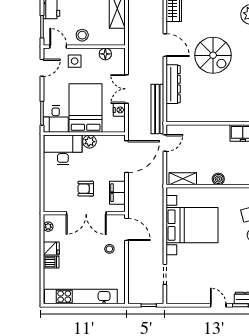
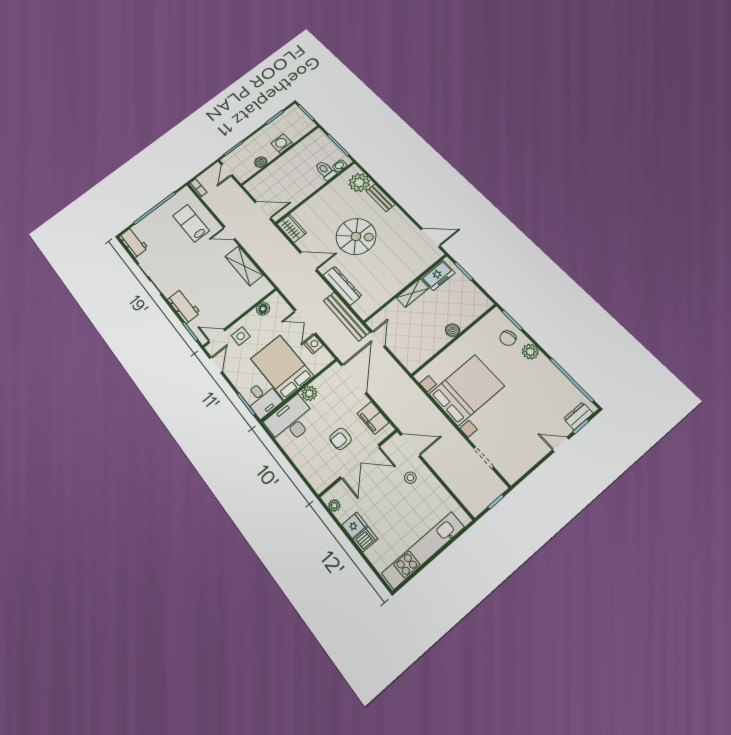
stool: (82, 35) -> (231, 310), removed
shelving: (183, 179) -> (413, 293), moved

